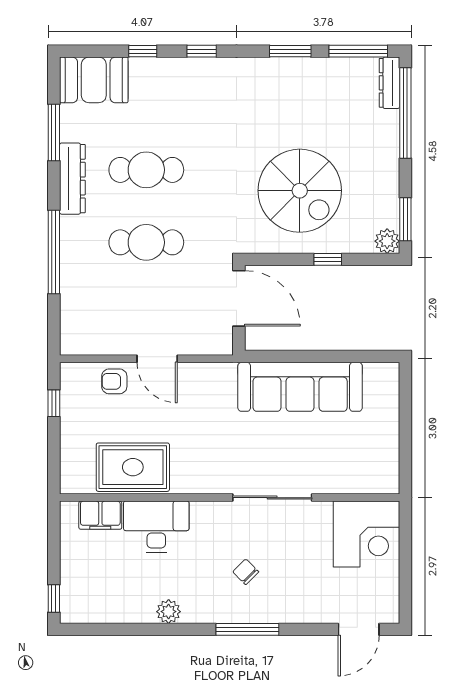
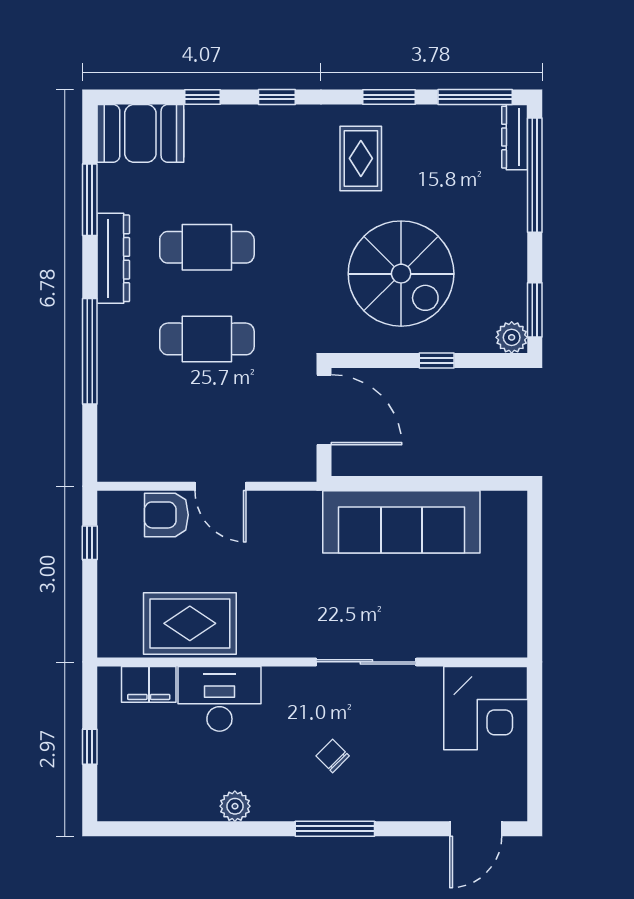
rug: (268, 100) -> (361, 158), added
armchair: (114, 381) -> (166, 515), width x1.38, depth x1.38
window: (54, 599) -> (90, 747), moved

